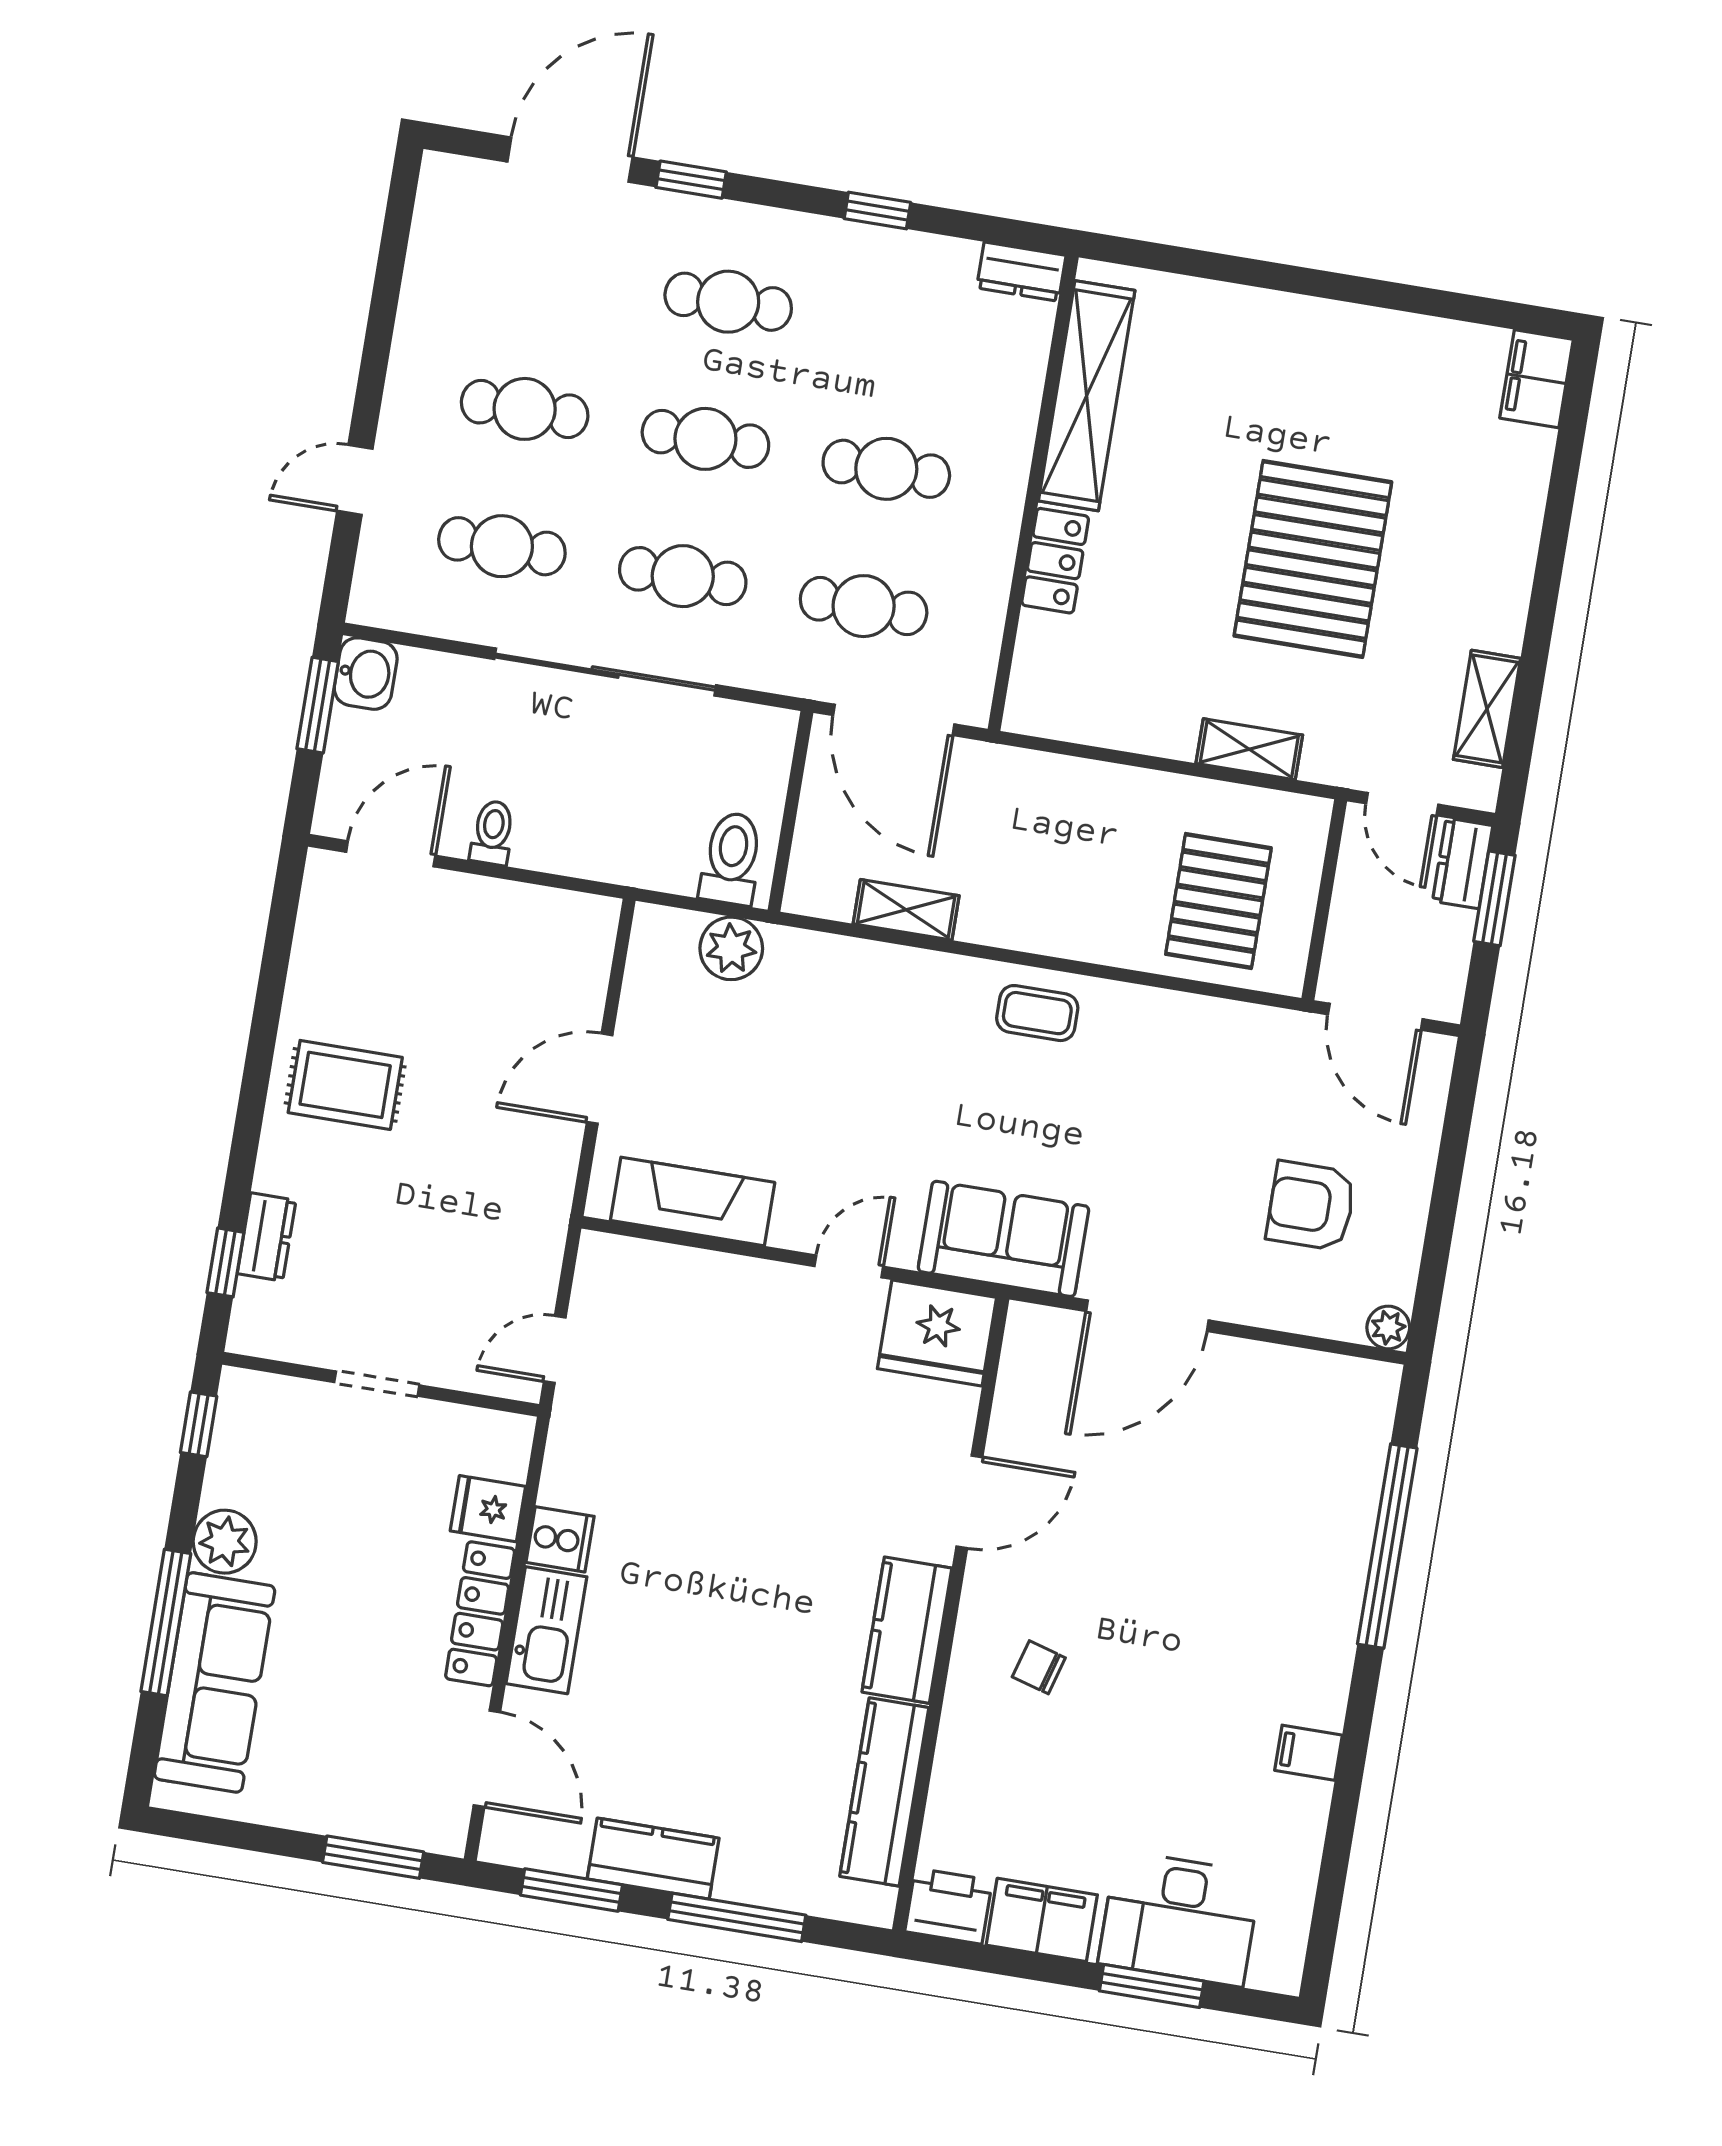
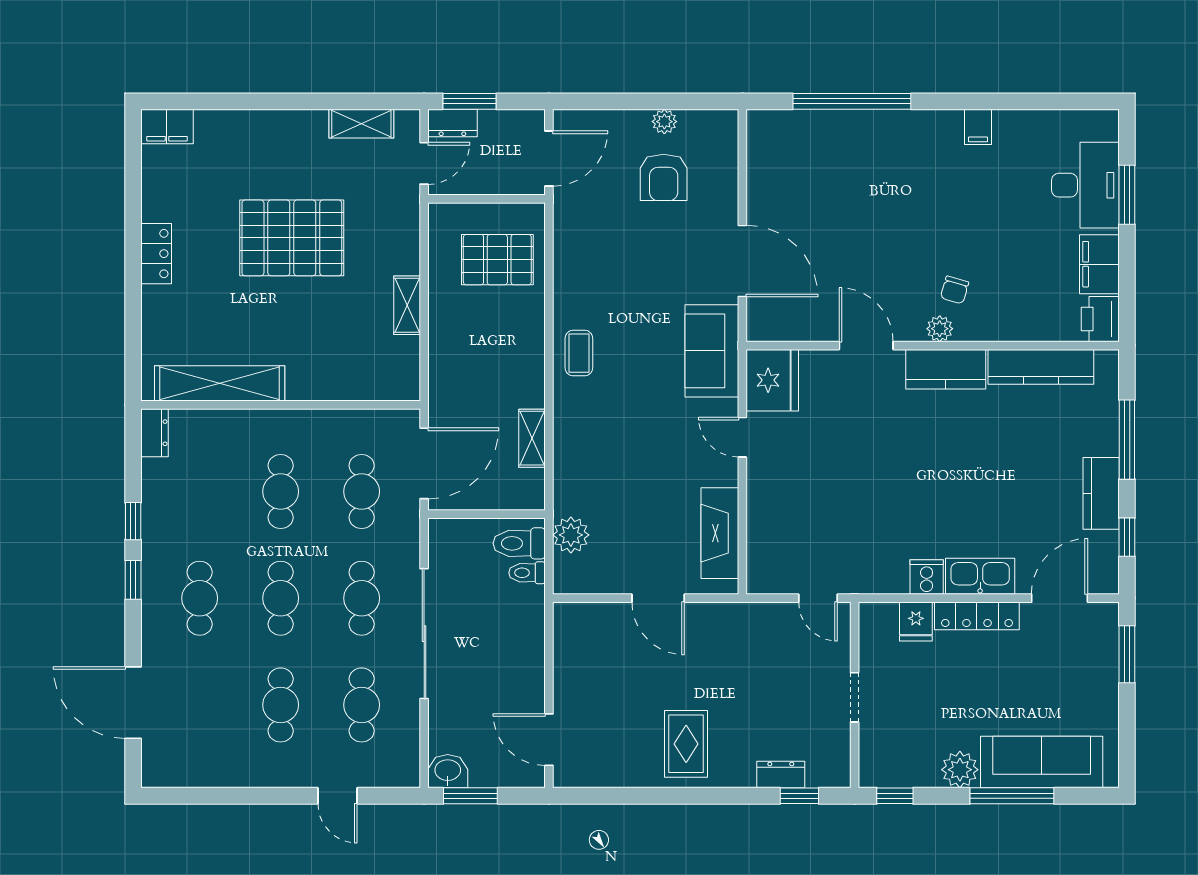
window: (691, 180) -> (133, 580), moved
locker: (1055, 561) -> (156, 254), moved, turned 90
shelving: (1249, 749) -> (407, 305), moved
toilet: (492, 833) -> (527, 573), moved
plant: (1388, 1327) -> (664, 122), moved
plant: (977, 1631) -> (940, 329), added
window: (571, 1890) -> (1127, 537), width x0.67

